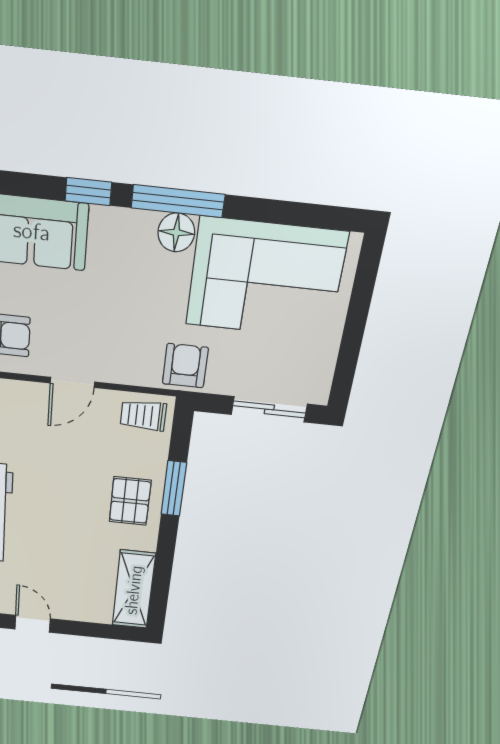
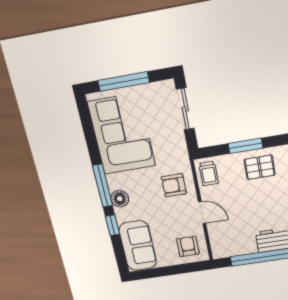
floor lamp: (176, 232) -> (120, 199), moved
window: (357, 316) -> (124, 82), added
armchair: (185, 366) -> (174, 185), moved

